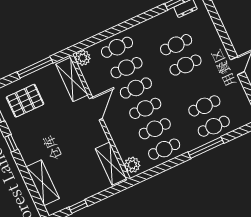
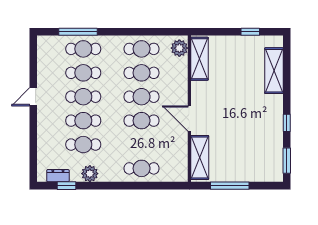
plant: (83, 58) -> (90, 174), moved
cafe table: (126, 68) -> (83, 97), moved
pallet: (25, 101) -> (254, 158), removed
door: (96, 109) -> (189, 118), hinge flipped
window: (206, 148) -> (78, 32), moved

